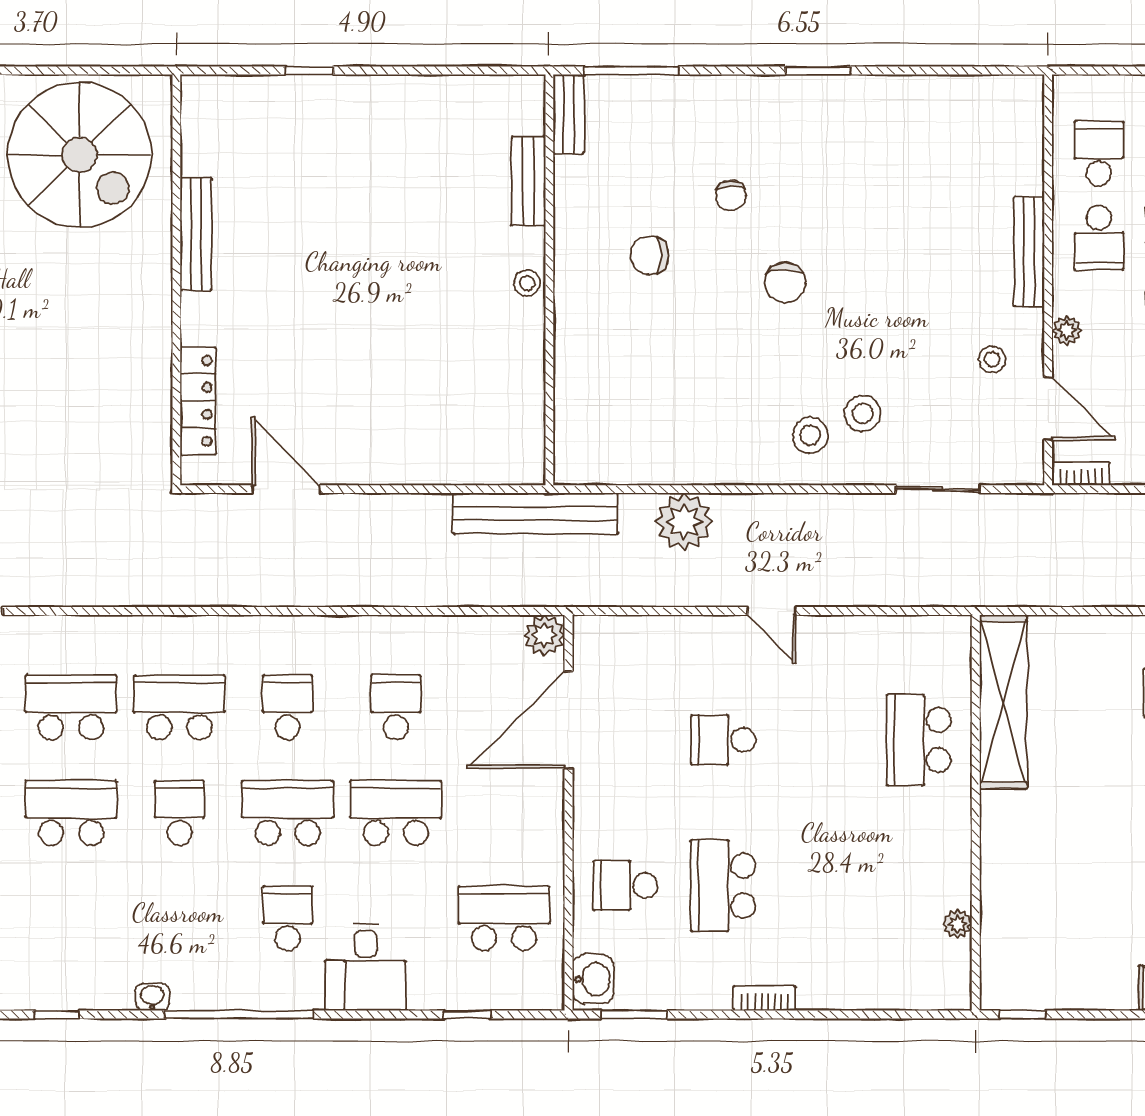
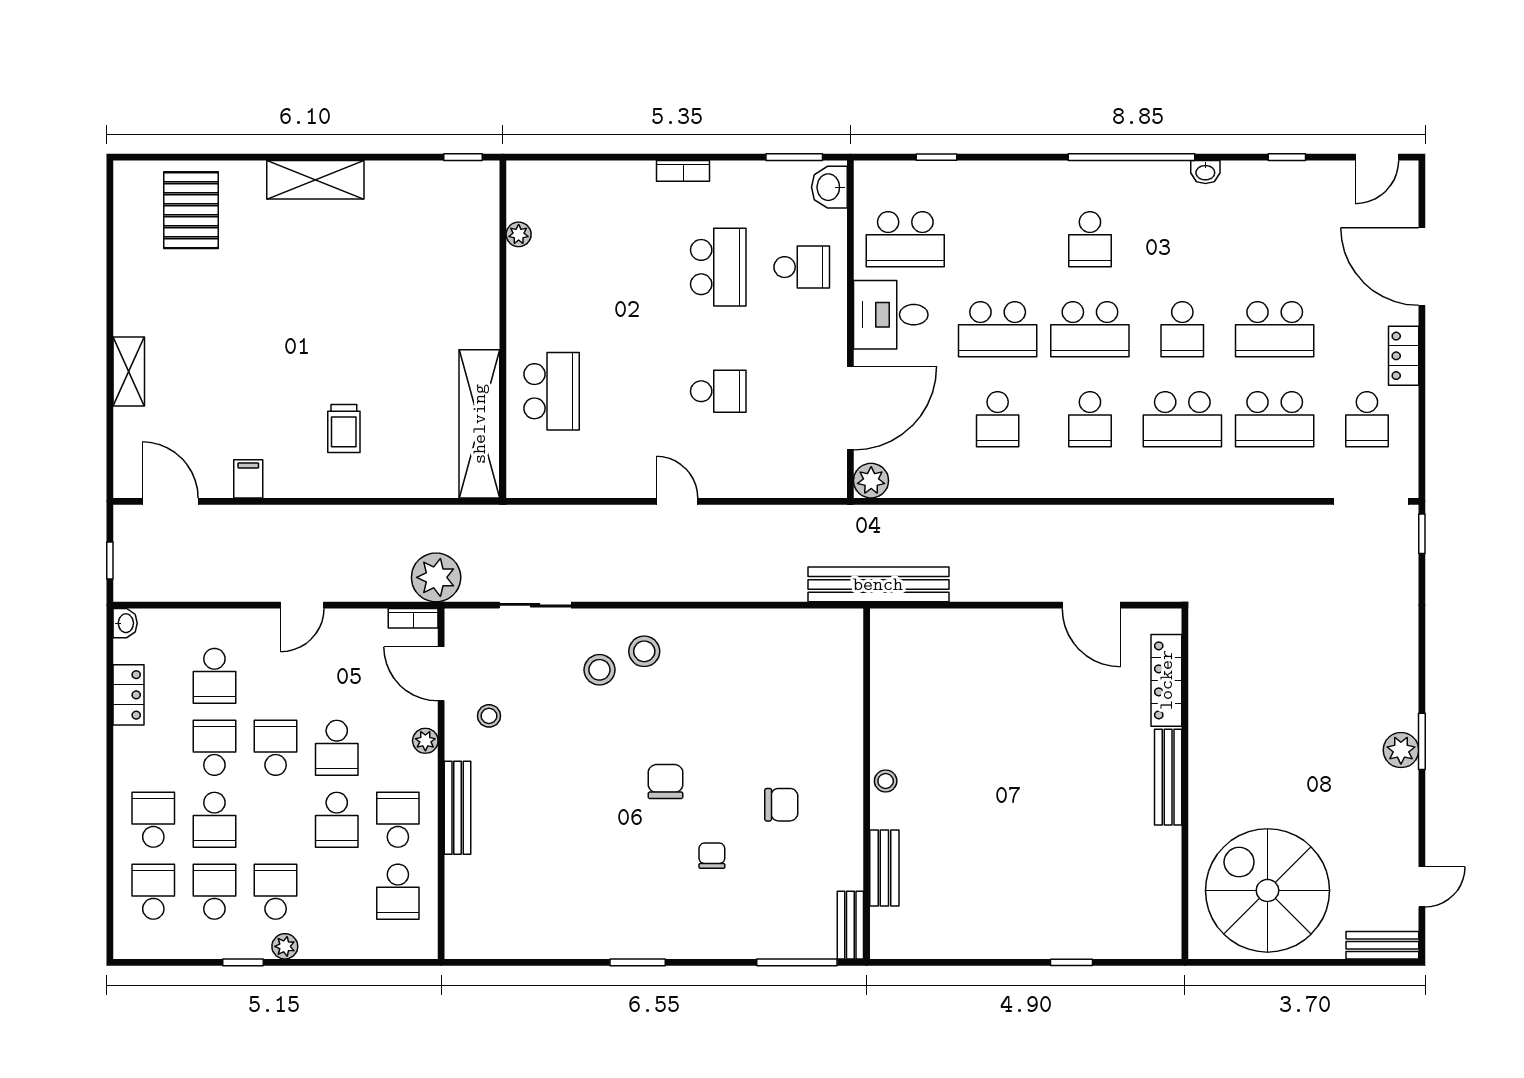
bench: (196, 234) -> (1168, 777), moved
plant: (684, 522) -> (436, 577), moved
desk: (366, 967) -> (891, 315), moved, turned -90

